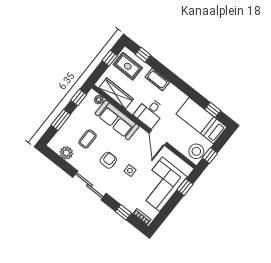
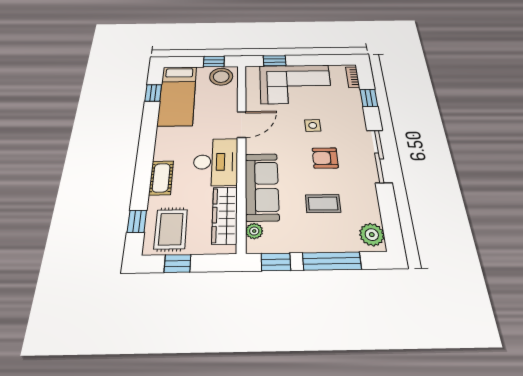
desk: (150, 112) -> (216, 162), width x1.37
window: (61, 120) -> (332, 261), width x1.44
plant: (66, 153) -> (372, 235), moved

